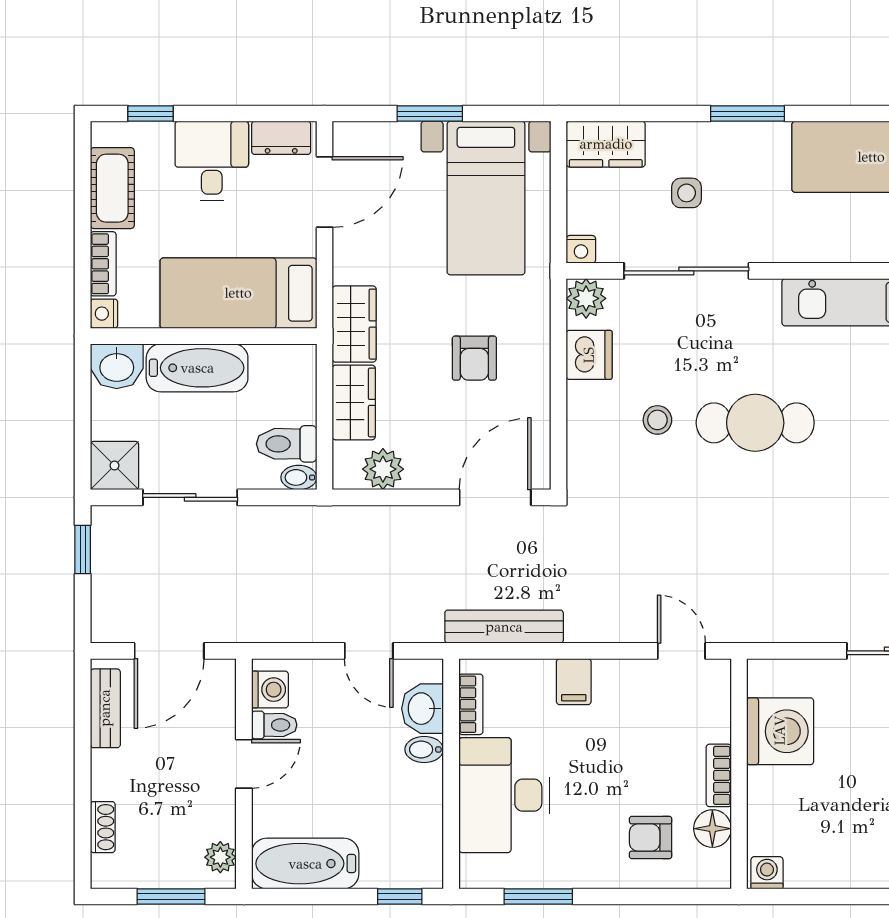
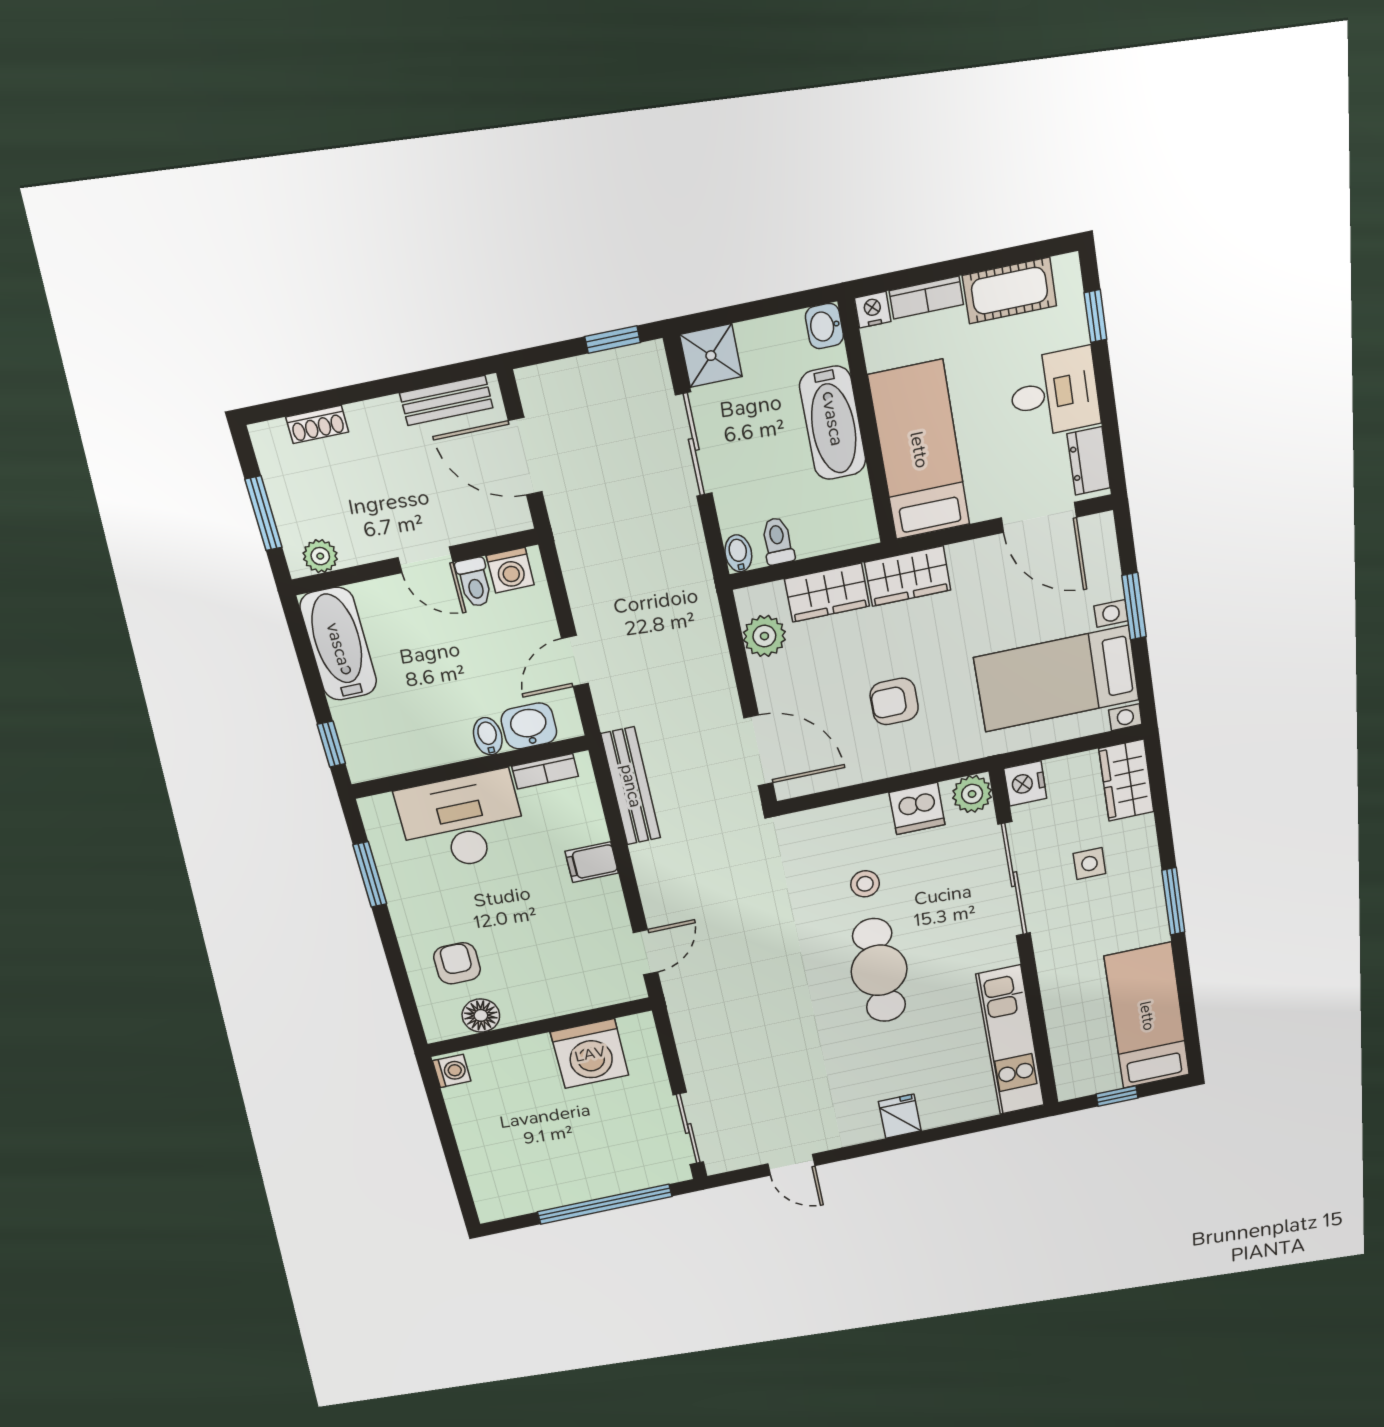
nightstand: (581, 249) -> (1025, 783), width x1.39, depth x1.35
washbasin: (117, 366) -> (824, 326), width x0.72, depth x0.69
toilet: (287, 444) -> (778, 541), width x0.73, depth x0.72
bookcase: (719, 775) -> (534, 1010), removed

